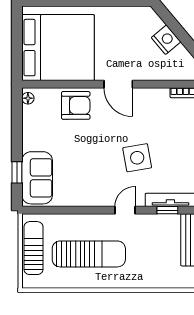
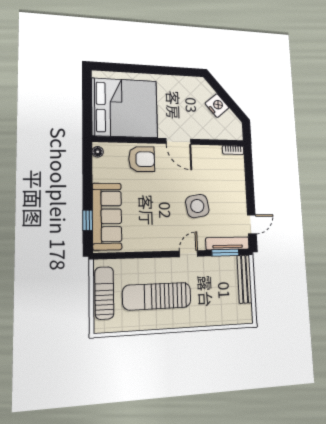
sofa: (37, 178) -> (107, 216), width x1.36
window: (167, 210) -> (225, 253), width x1.50
sun lounger: (89, 254) -> (157, 296), turned 180

